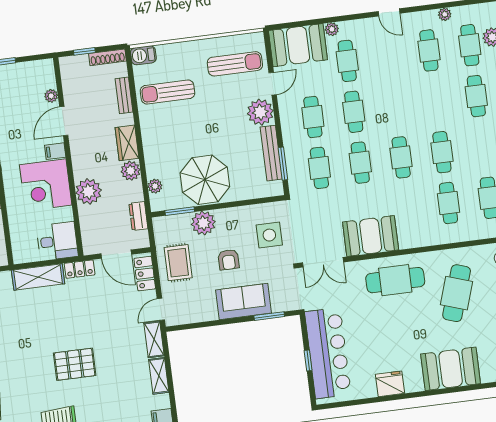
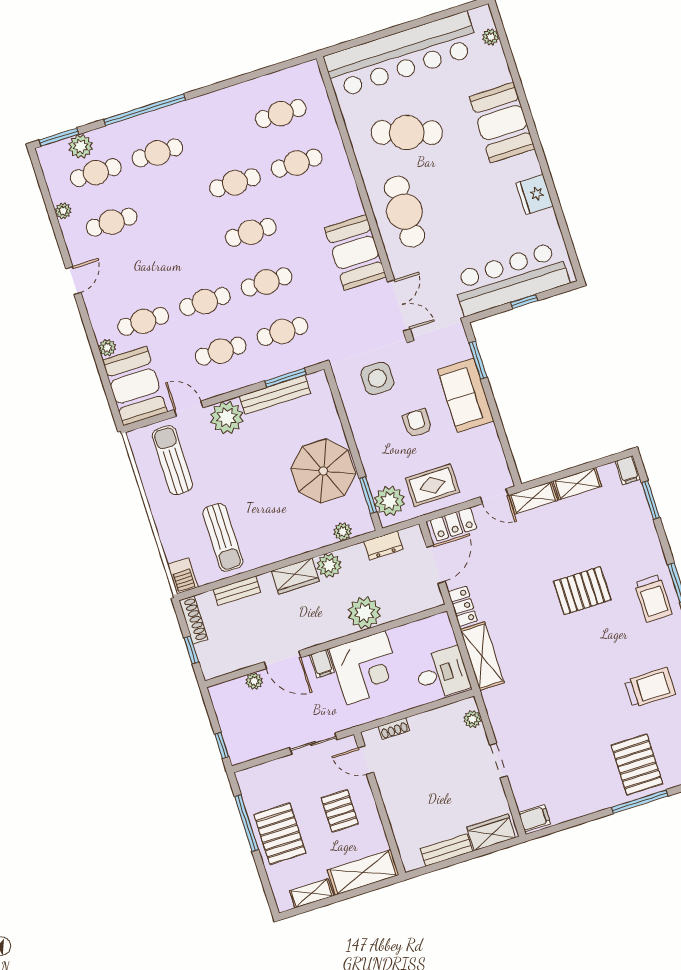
plant: (203, 223) -> (390, 501), moved
desk: (57, 241) -> (442, 673), moved, turned 90
armchair: (229, 260) -> (417, 423), turned -90
pallet: (75, 364) -> (582, 591), turned 90

